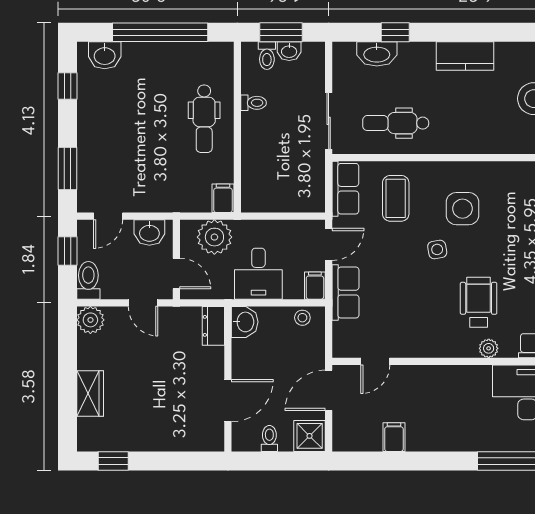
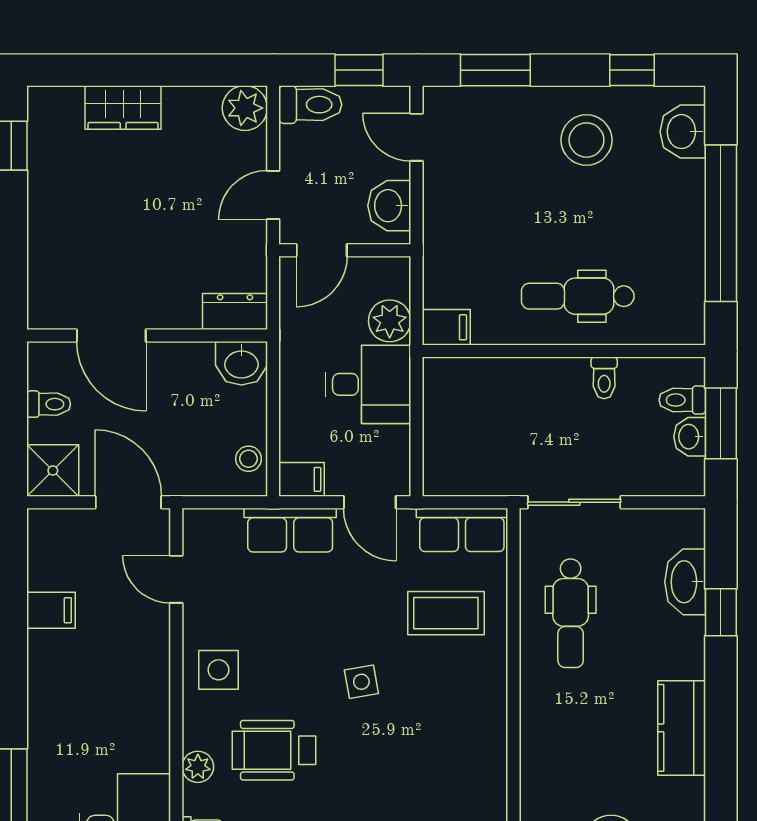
stool: (110, 113) -> (586, 140), added
dental chair: (396, 123) -> (571, 613), turned 180
side table: (462, 209) -> (218, 670), moved, width x0.73, depth x0.73
plant: (214, 237) -> (390, 321), width x0.73, depth x0.73
desk: (258, 274) -> (368, 384), moved, turned 180
wheelchair: (479, 302) -> (274, 750), turned 180

